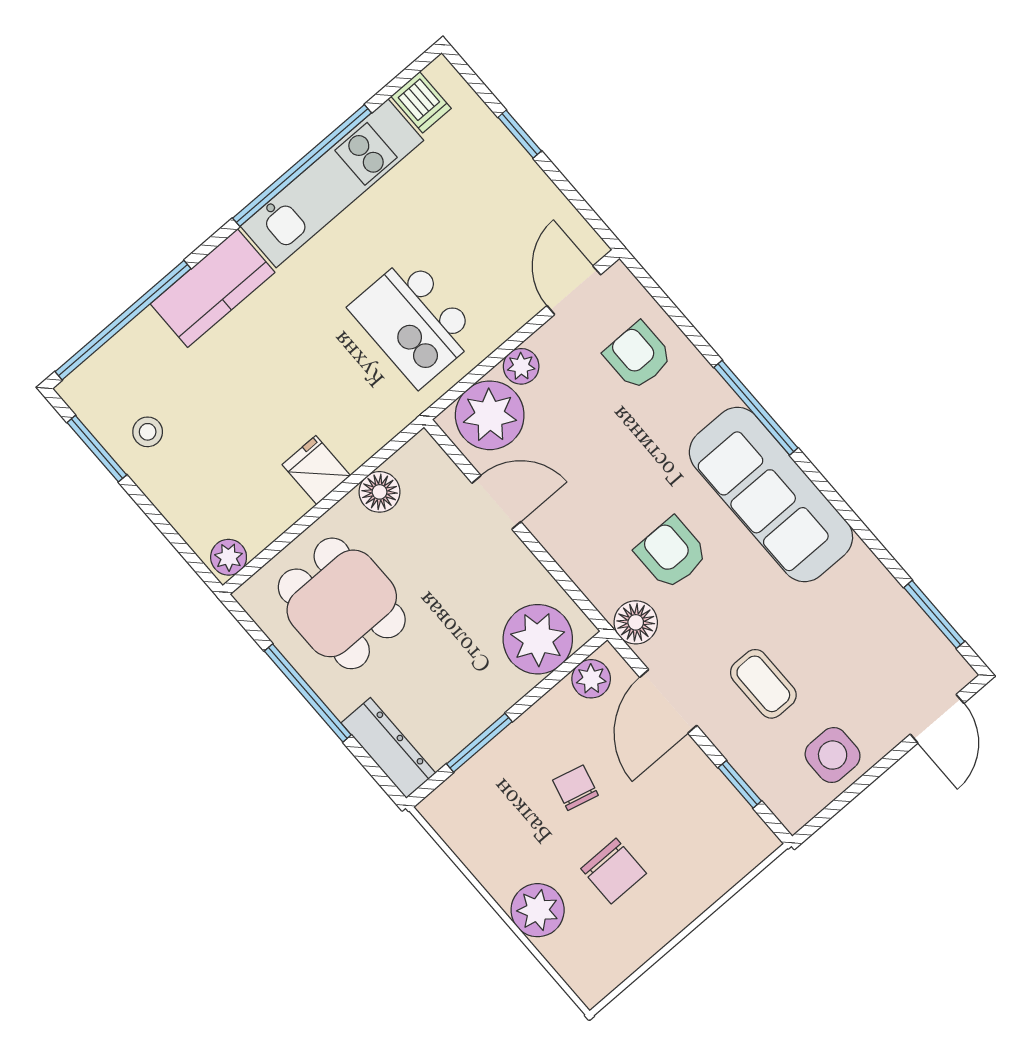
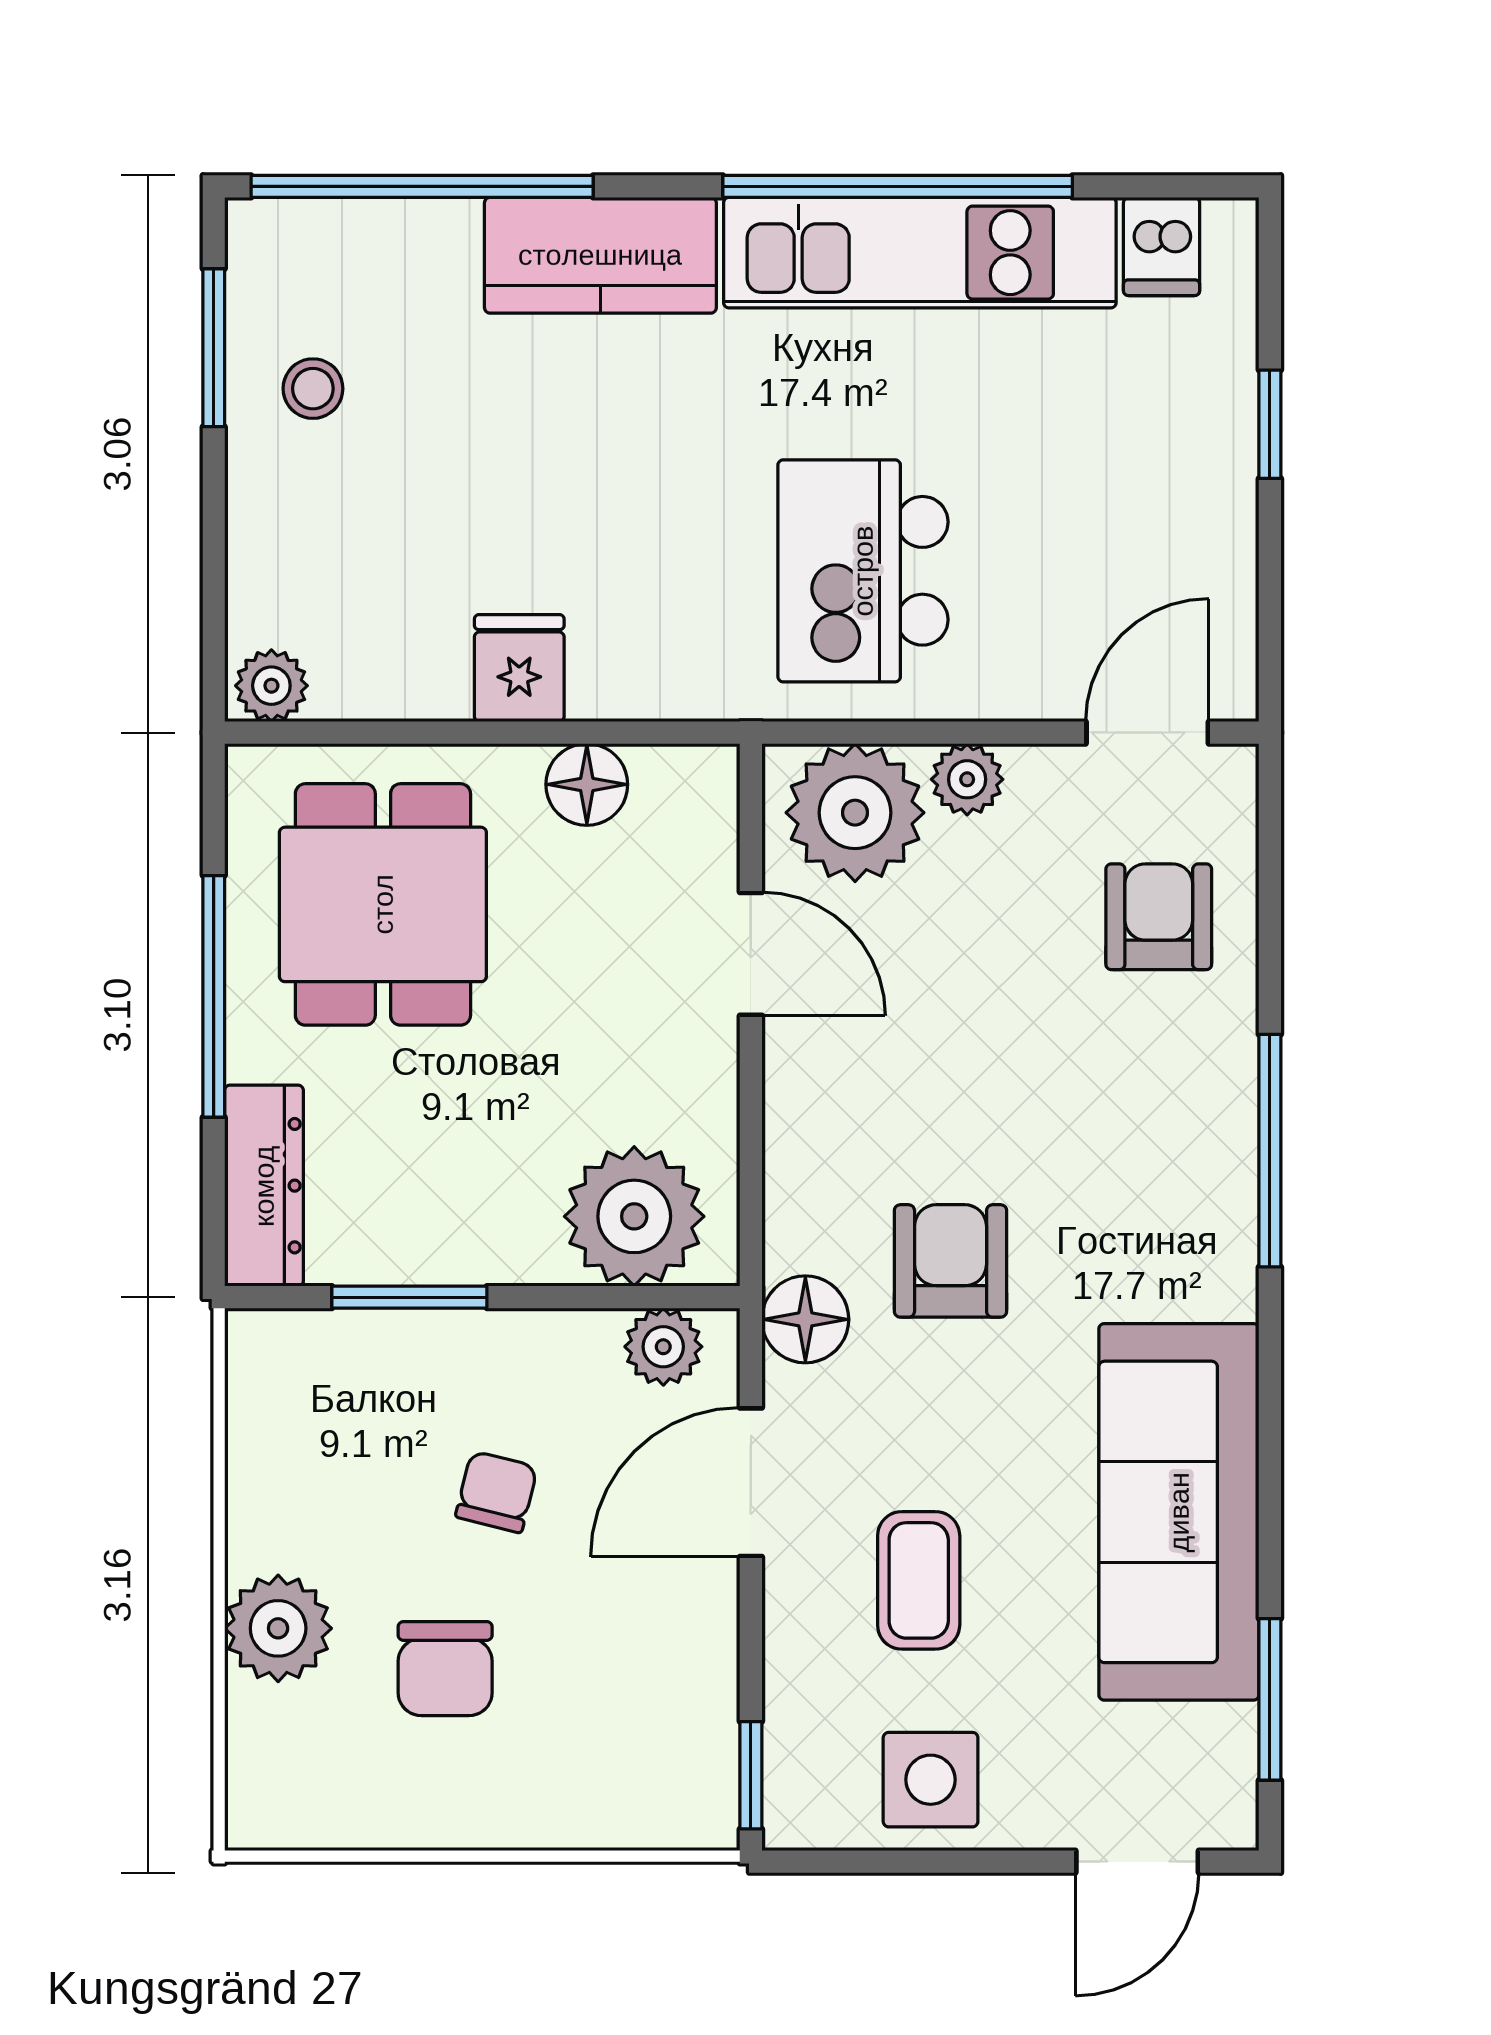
sofa: (771, 494) -> (1179, 1512), moved
window: (740, 784) -> (751, 1775), moved

